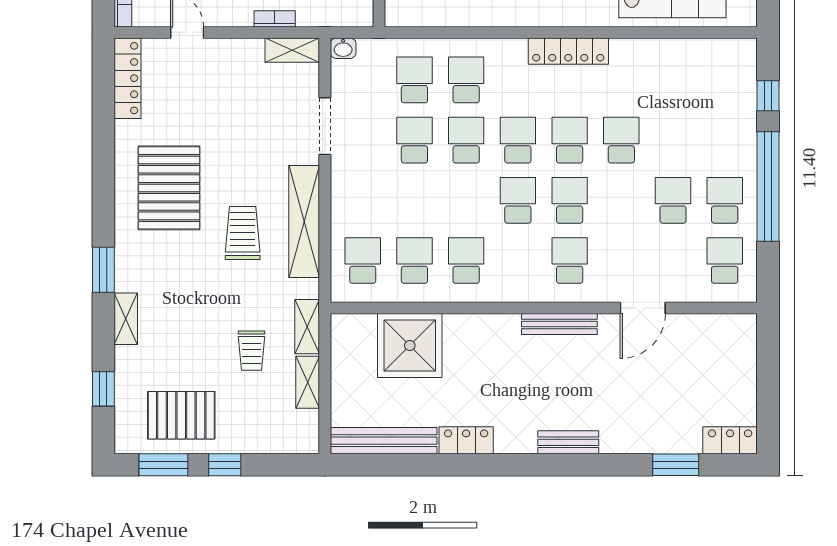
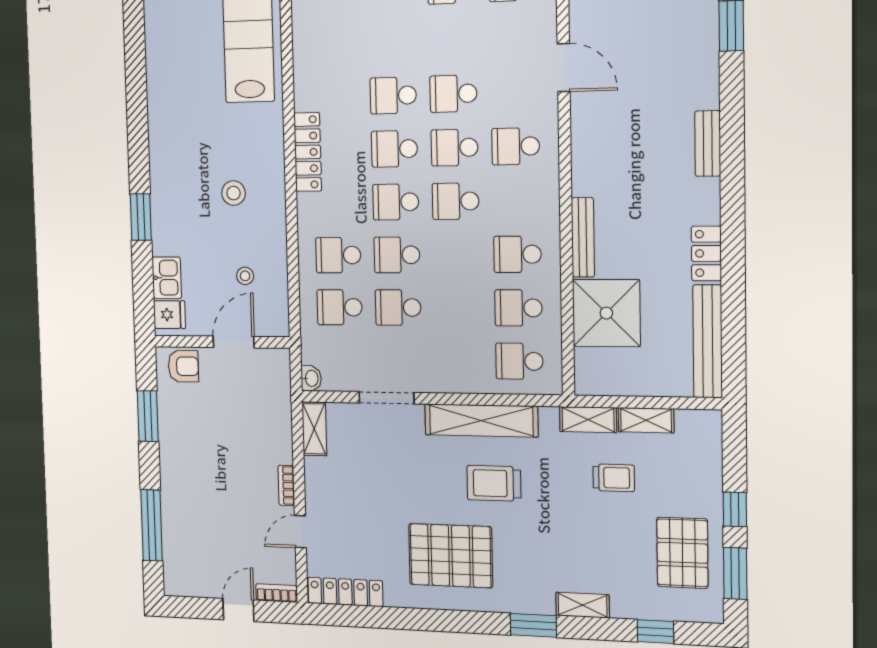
bookcase: (275, 19) -> (286, 485), moved
school desk: (673, 200) -> (453, 94), moved
bench: (559, 324) -> (583, 237), moved

